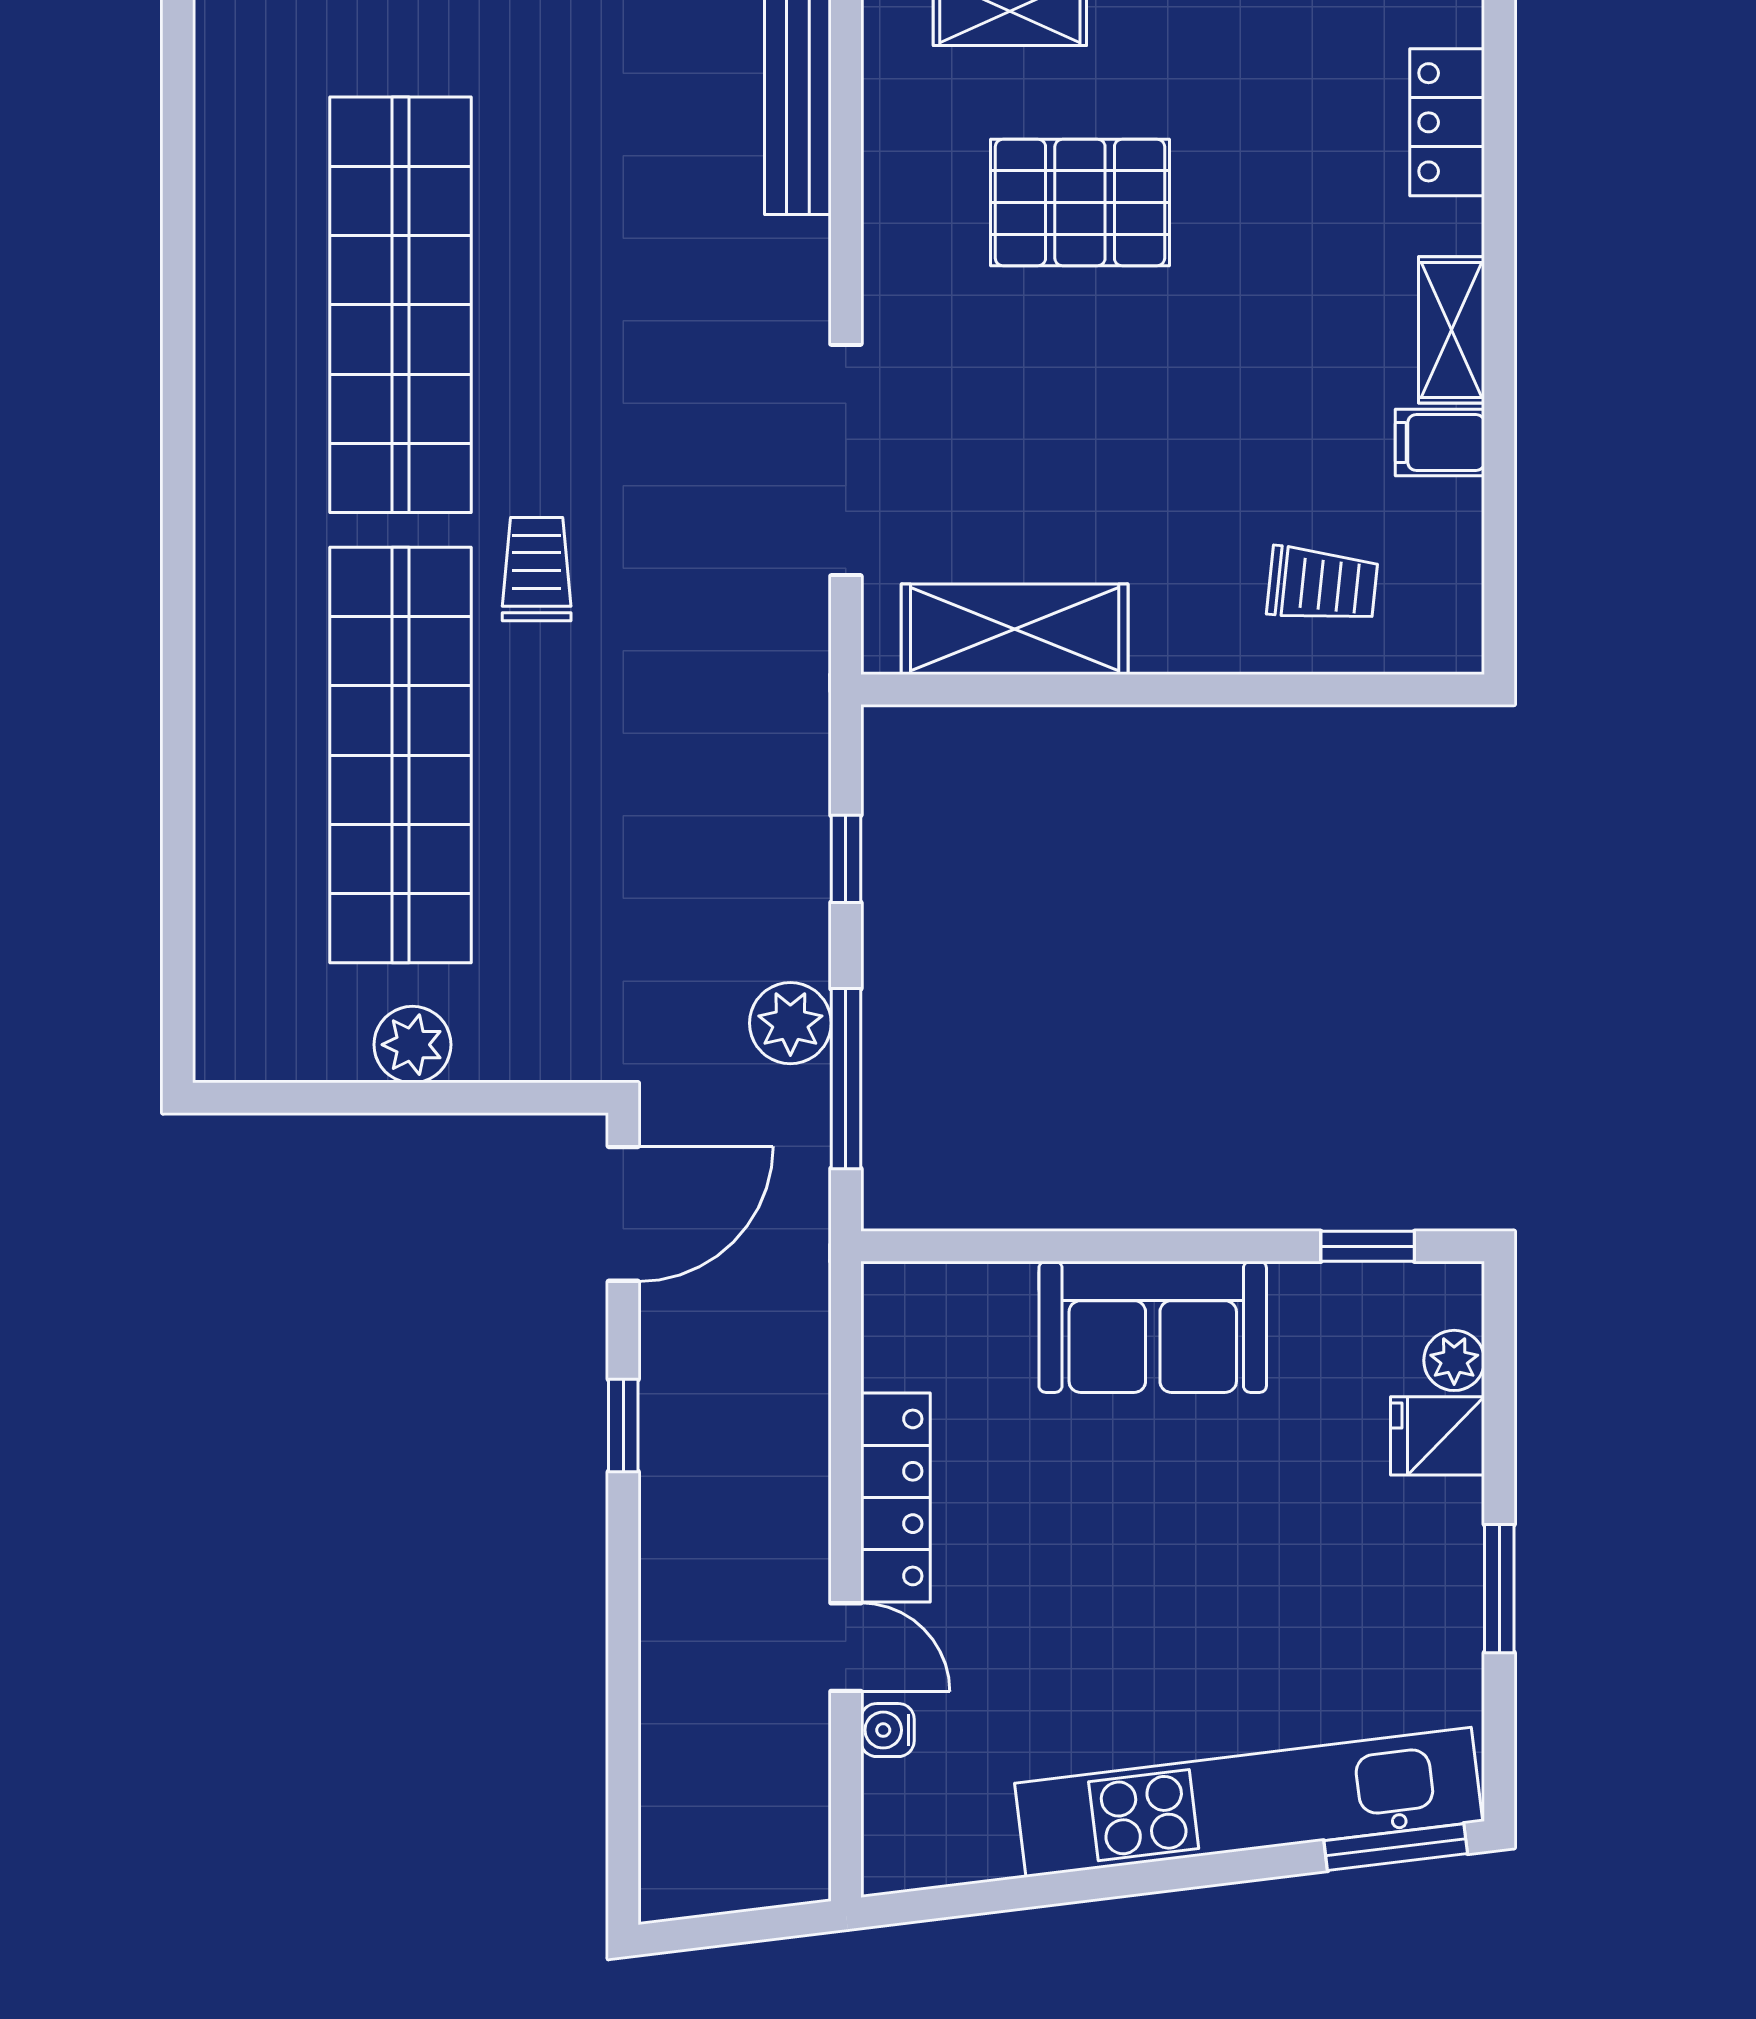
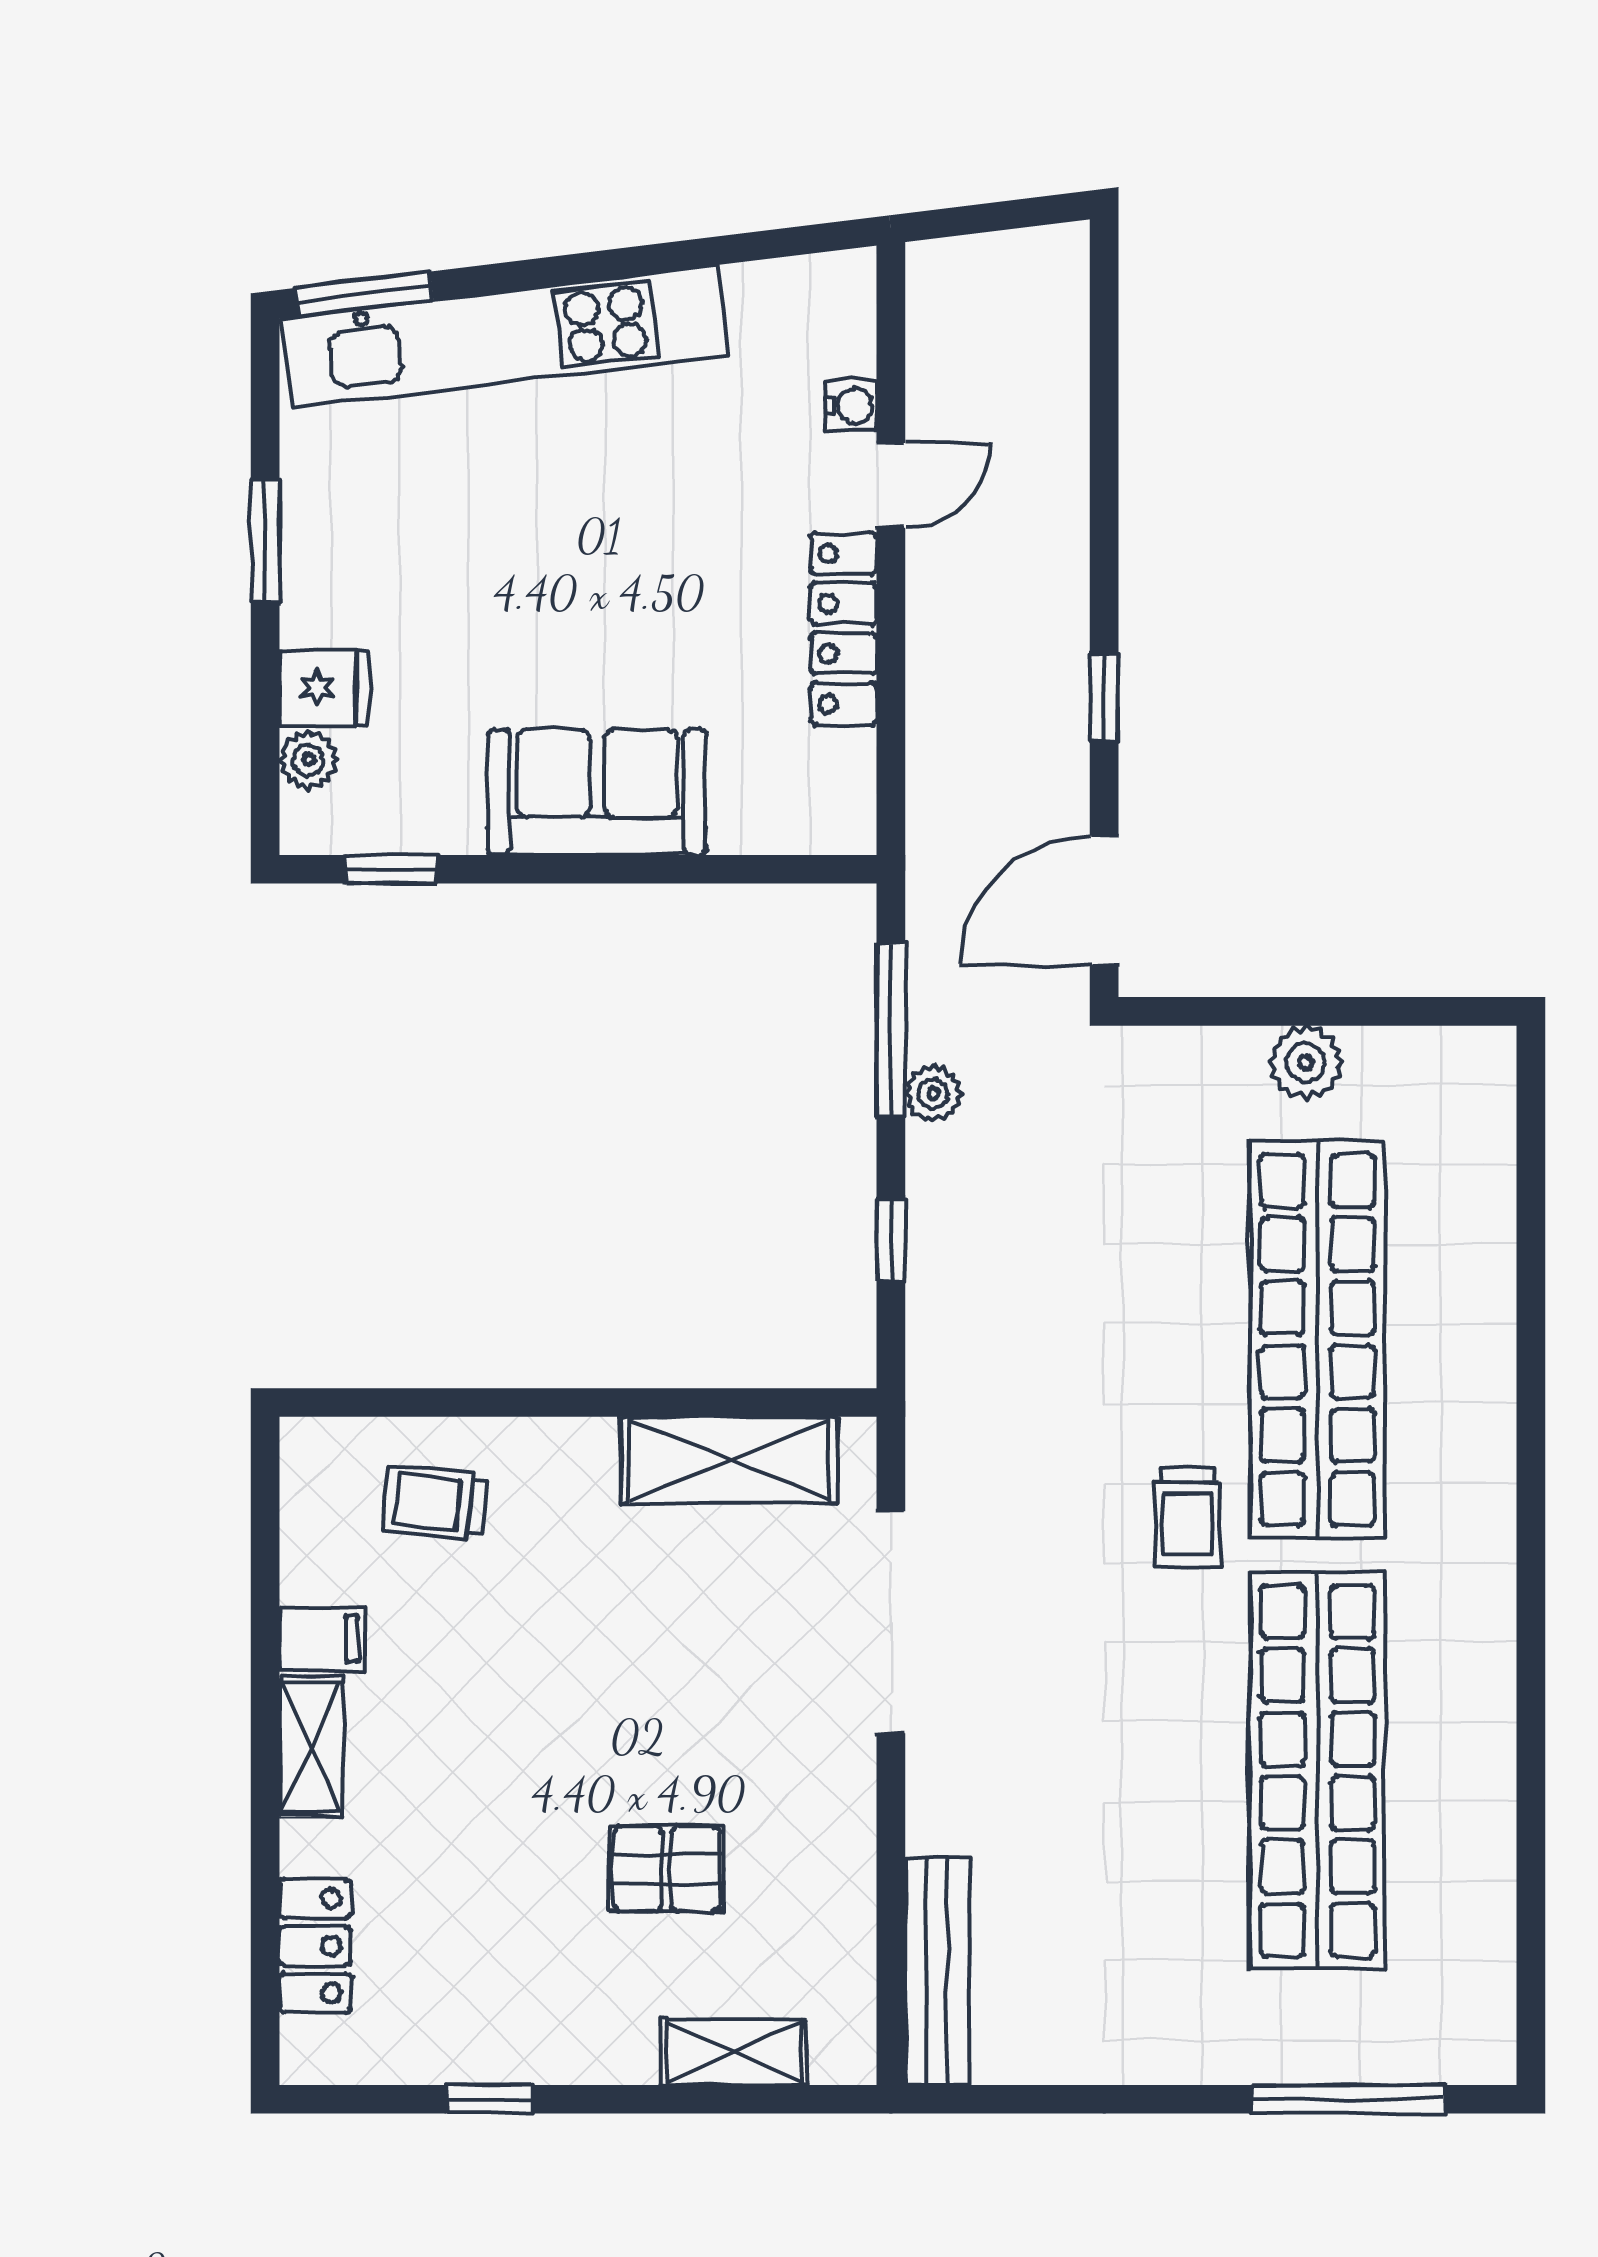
pallet: (1080, 202) -> (667, 1869), width x0.67, depth x0.71
plant: (790, 1023) -> (933, 1094), width x0.73, depth x0.73
door: (846, 1647) -> (891, 485), swing flipped

